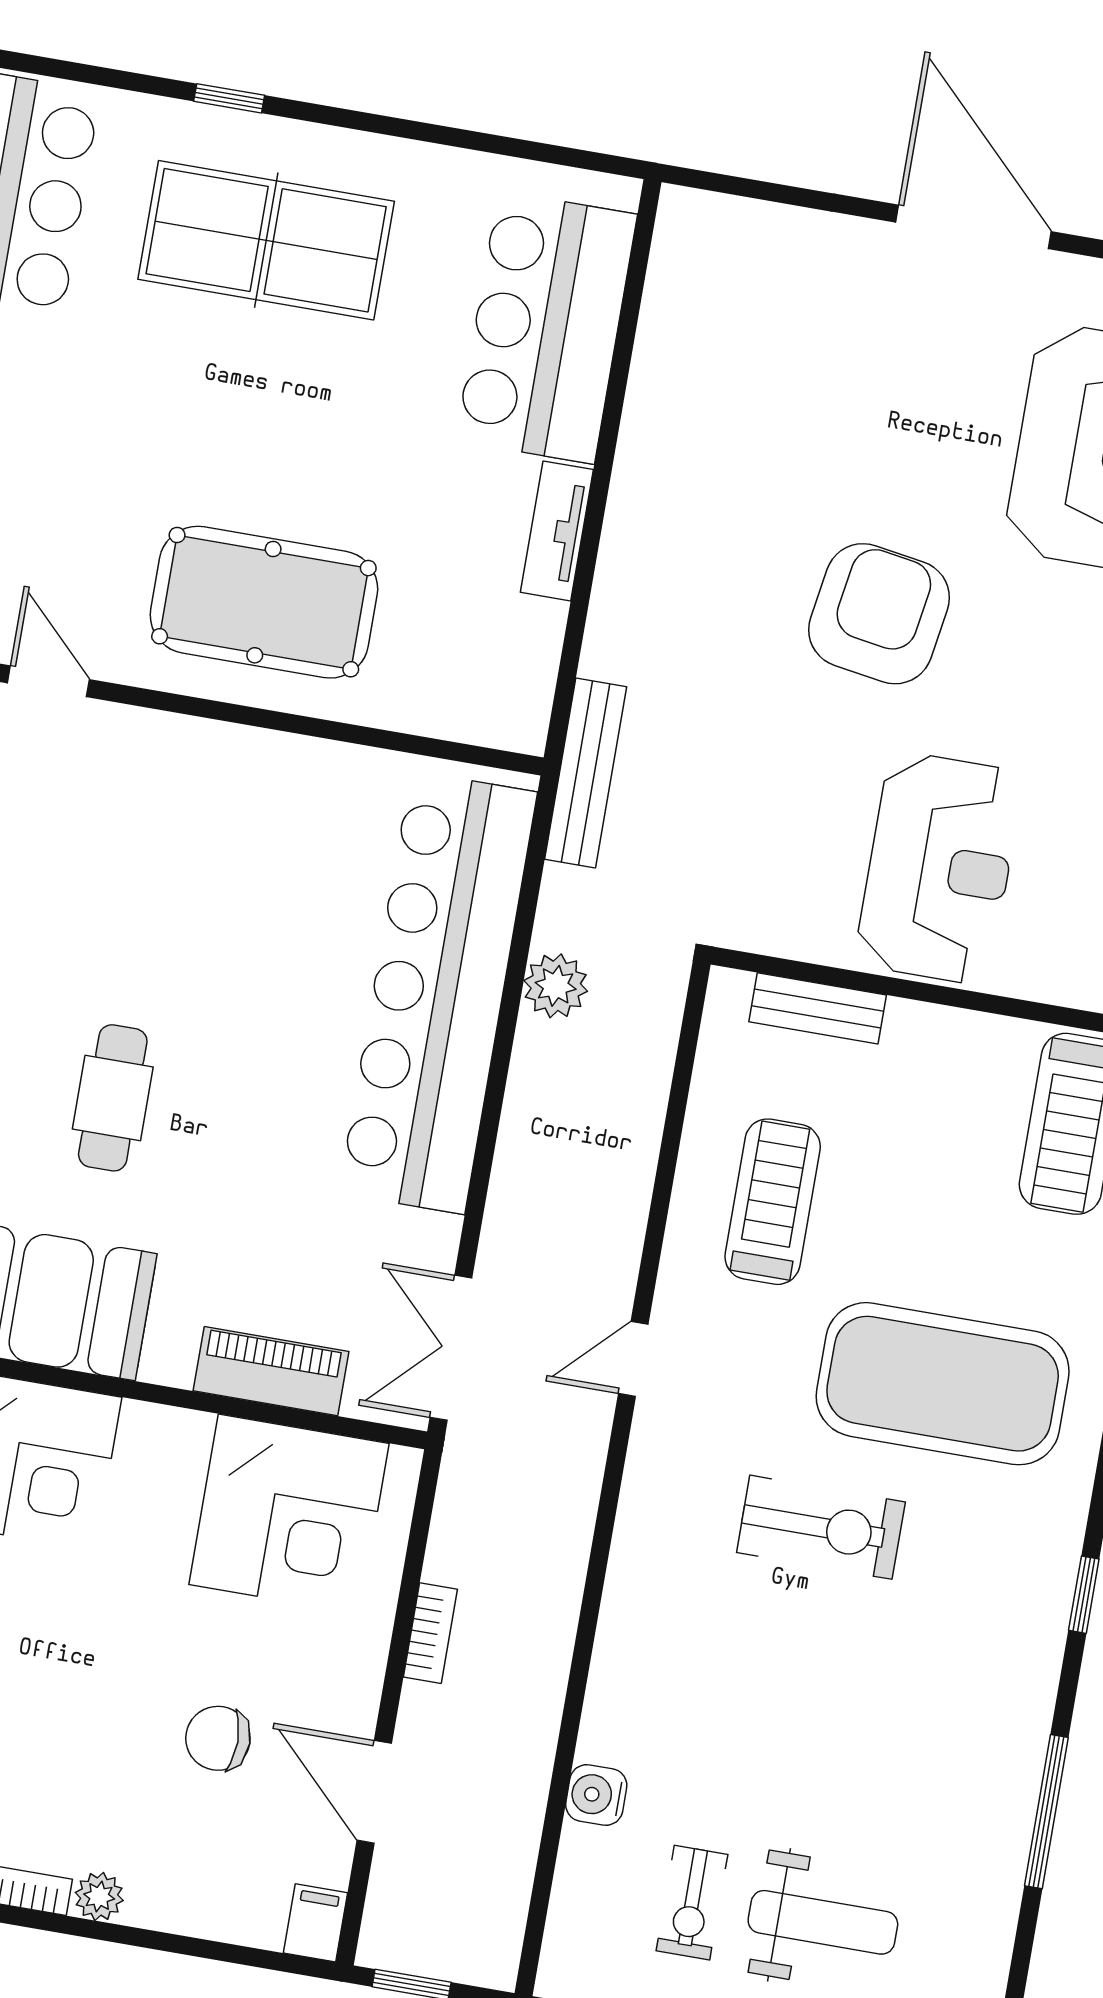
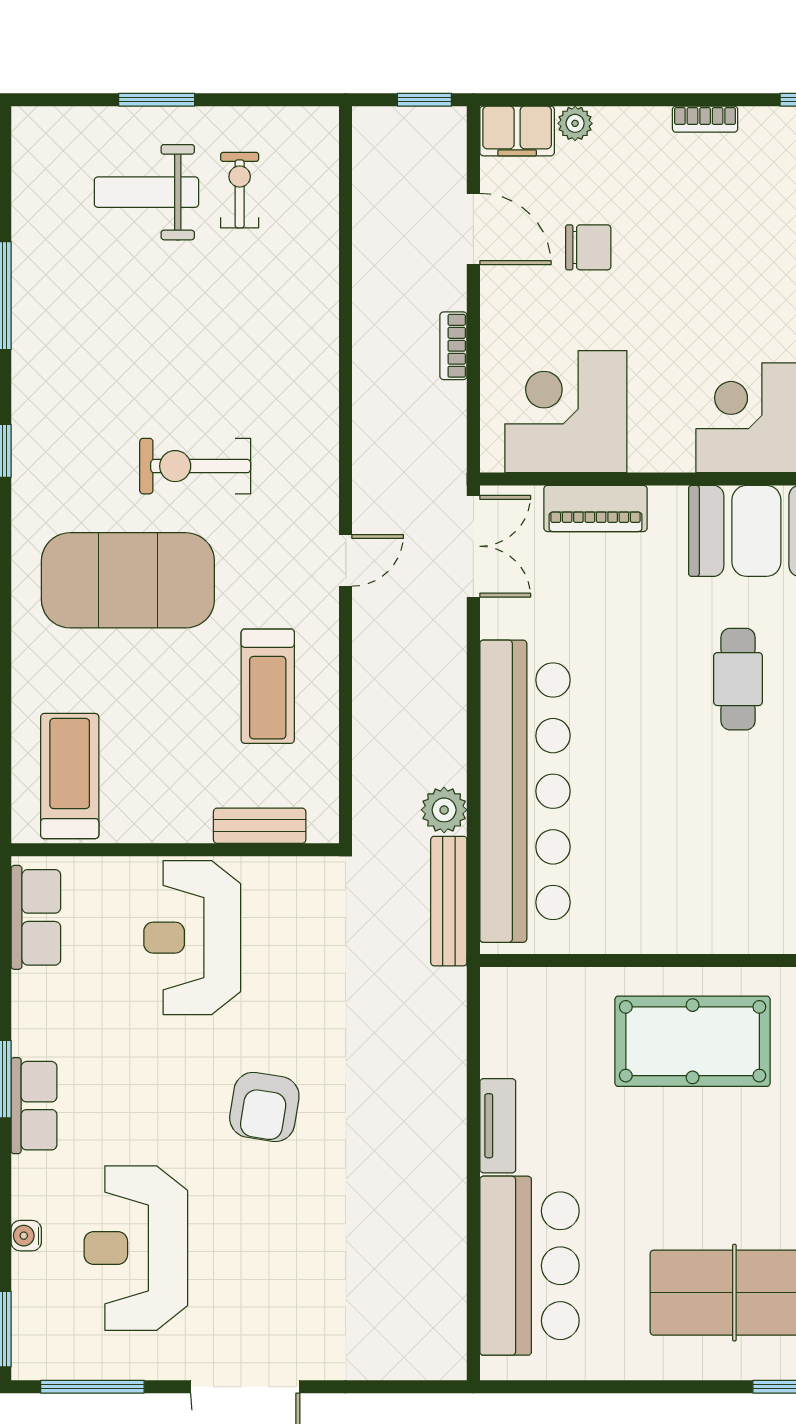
armchair: (879, 614) -> (264, 1107), width x0.73, depth x0.73
bench: (586, 773) -> (449, 901), moved
water cooler: (596, 1795) -> (319, 253), removed
plant: (99, 1896) -> (575, 123), moved
filing cabinet: (316, 1923) -> (517, 131), width x2.00

